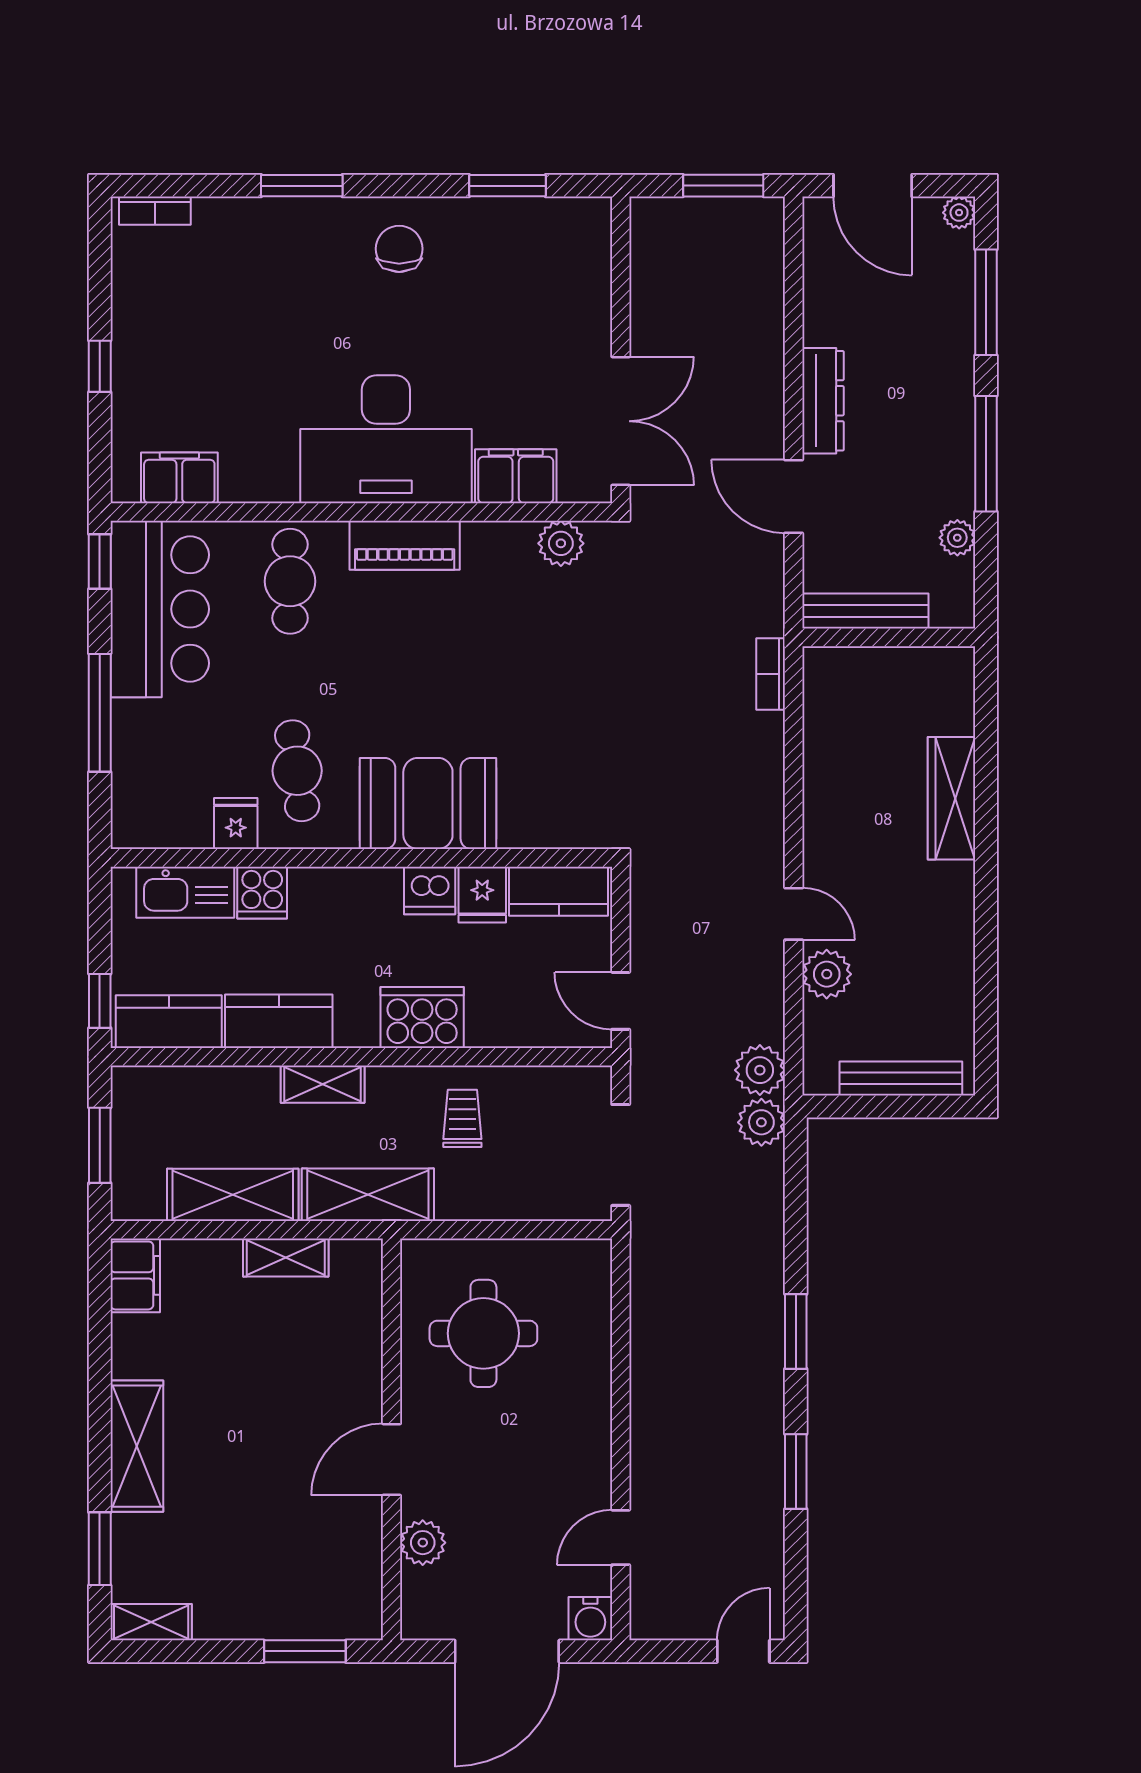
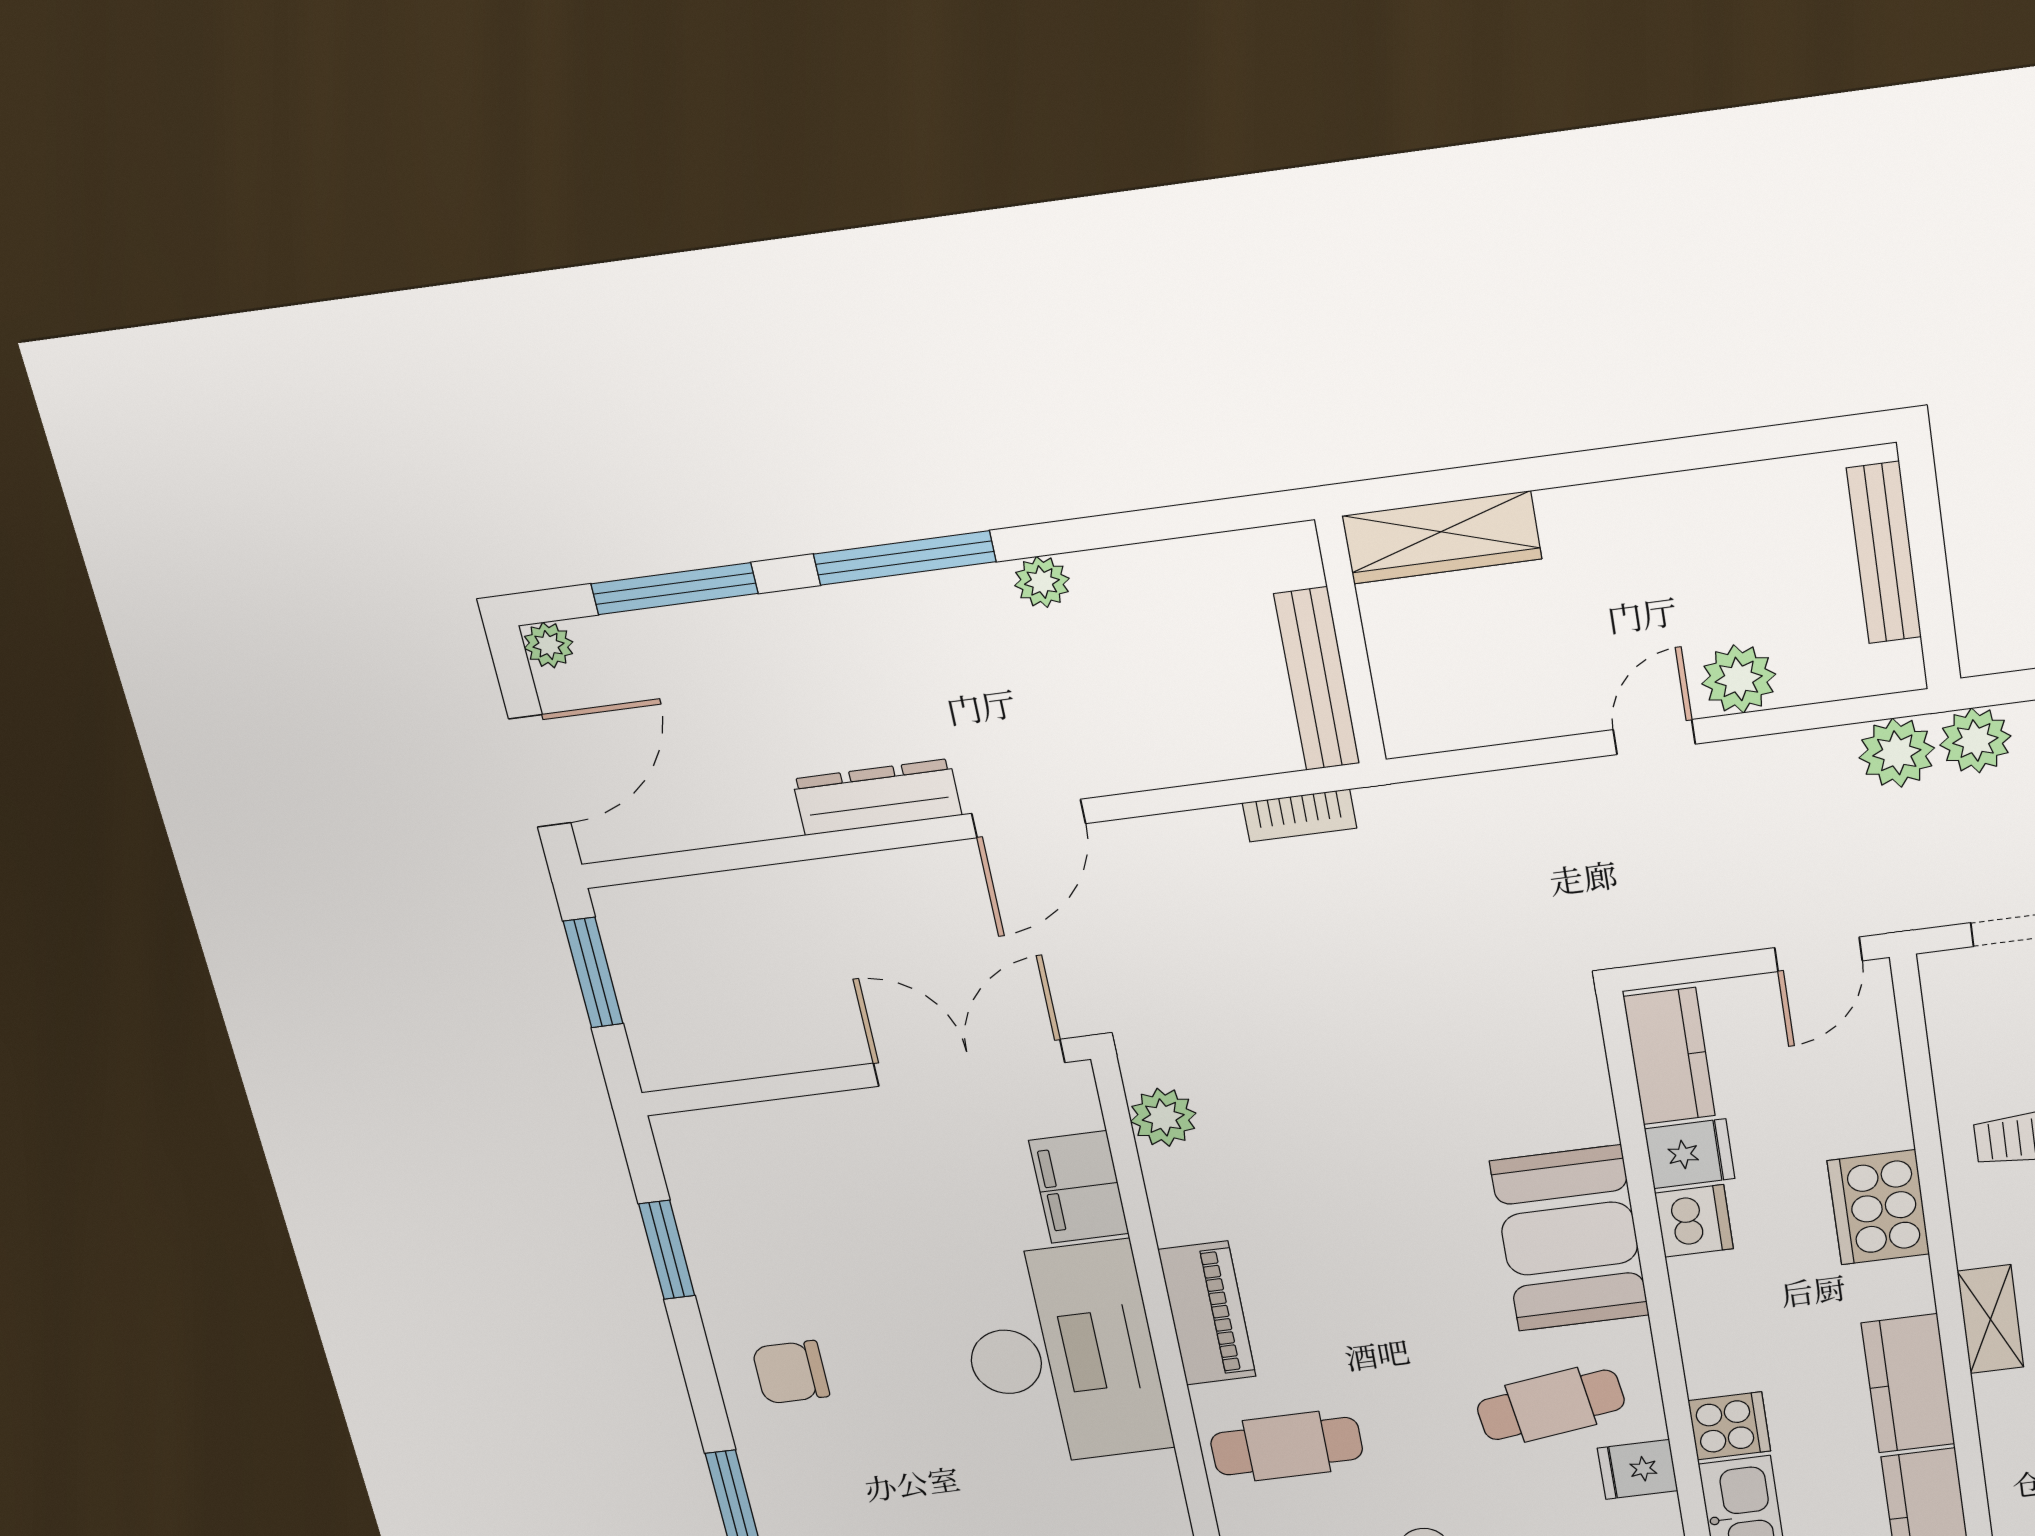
bench: (865, 611) -> (1317, 679), moved
wall: (889, 637) -> (1351, 641), moved

